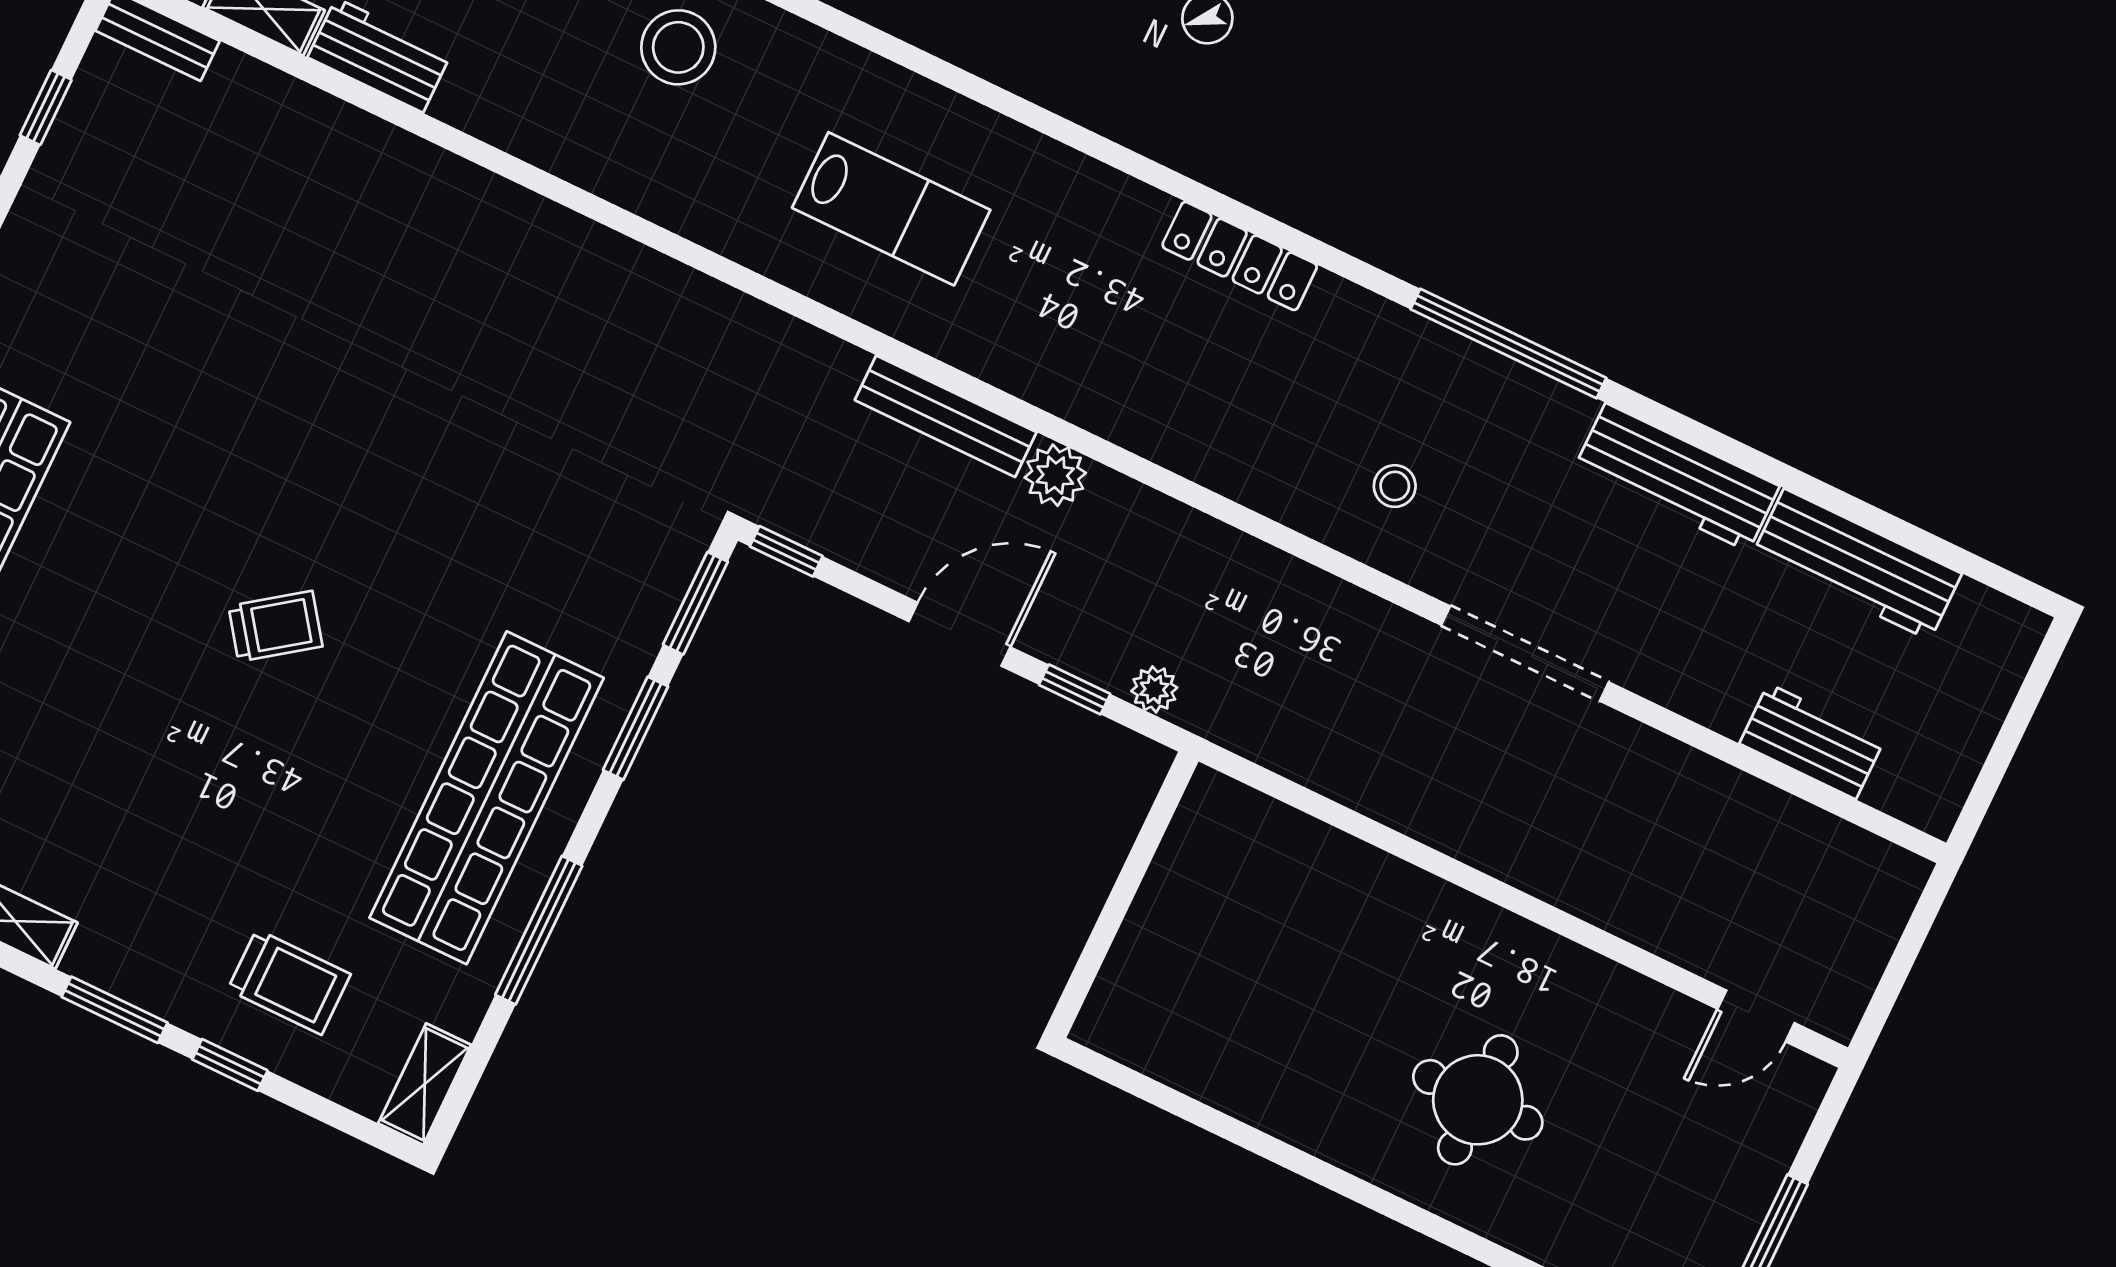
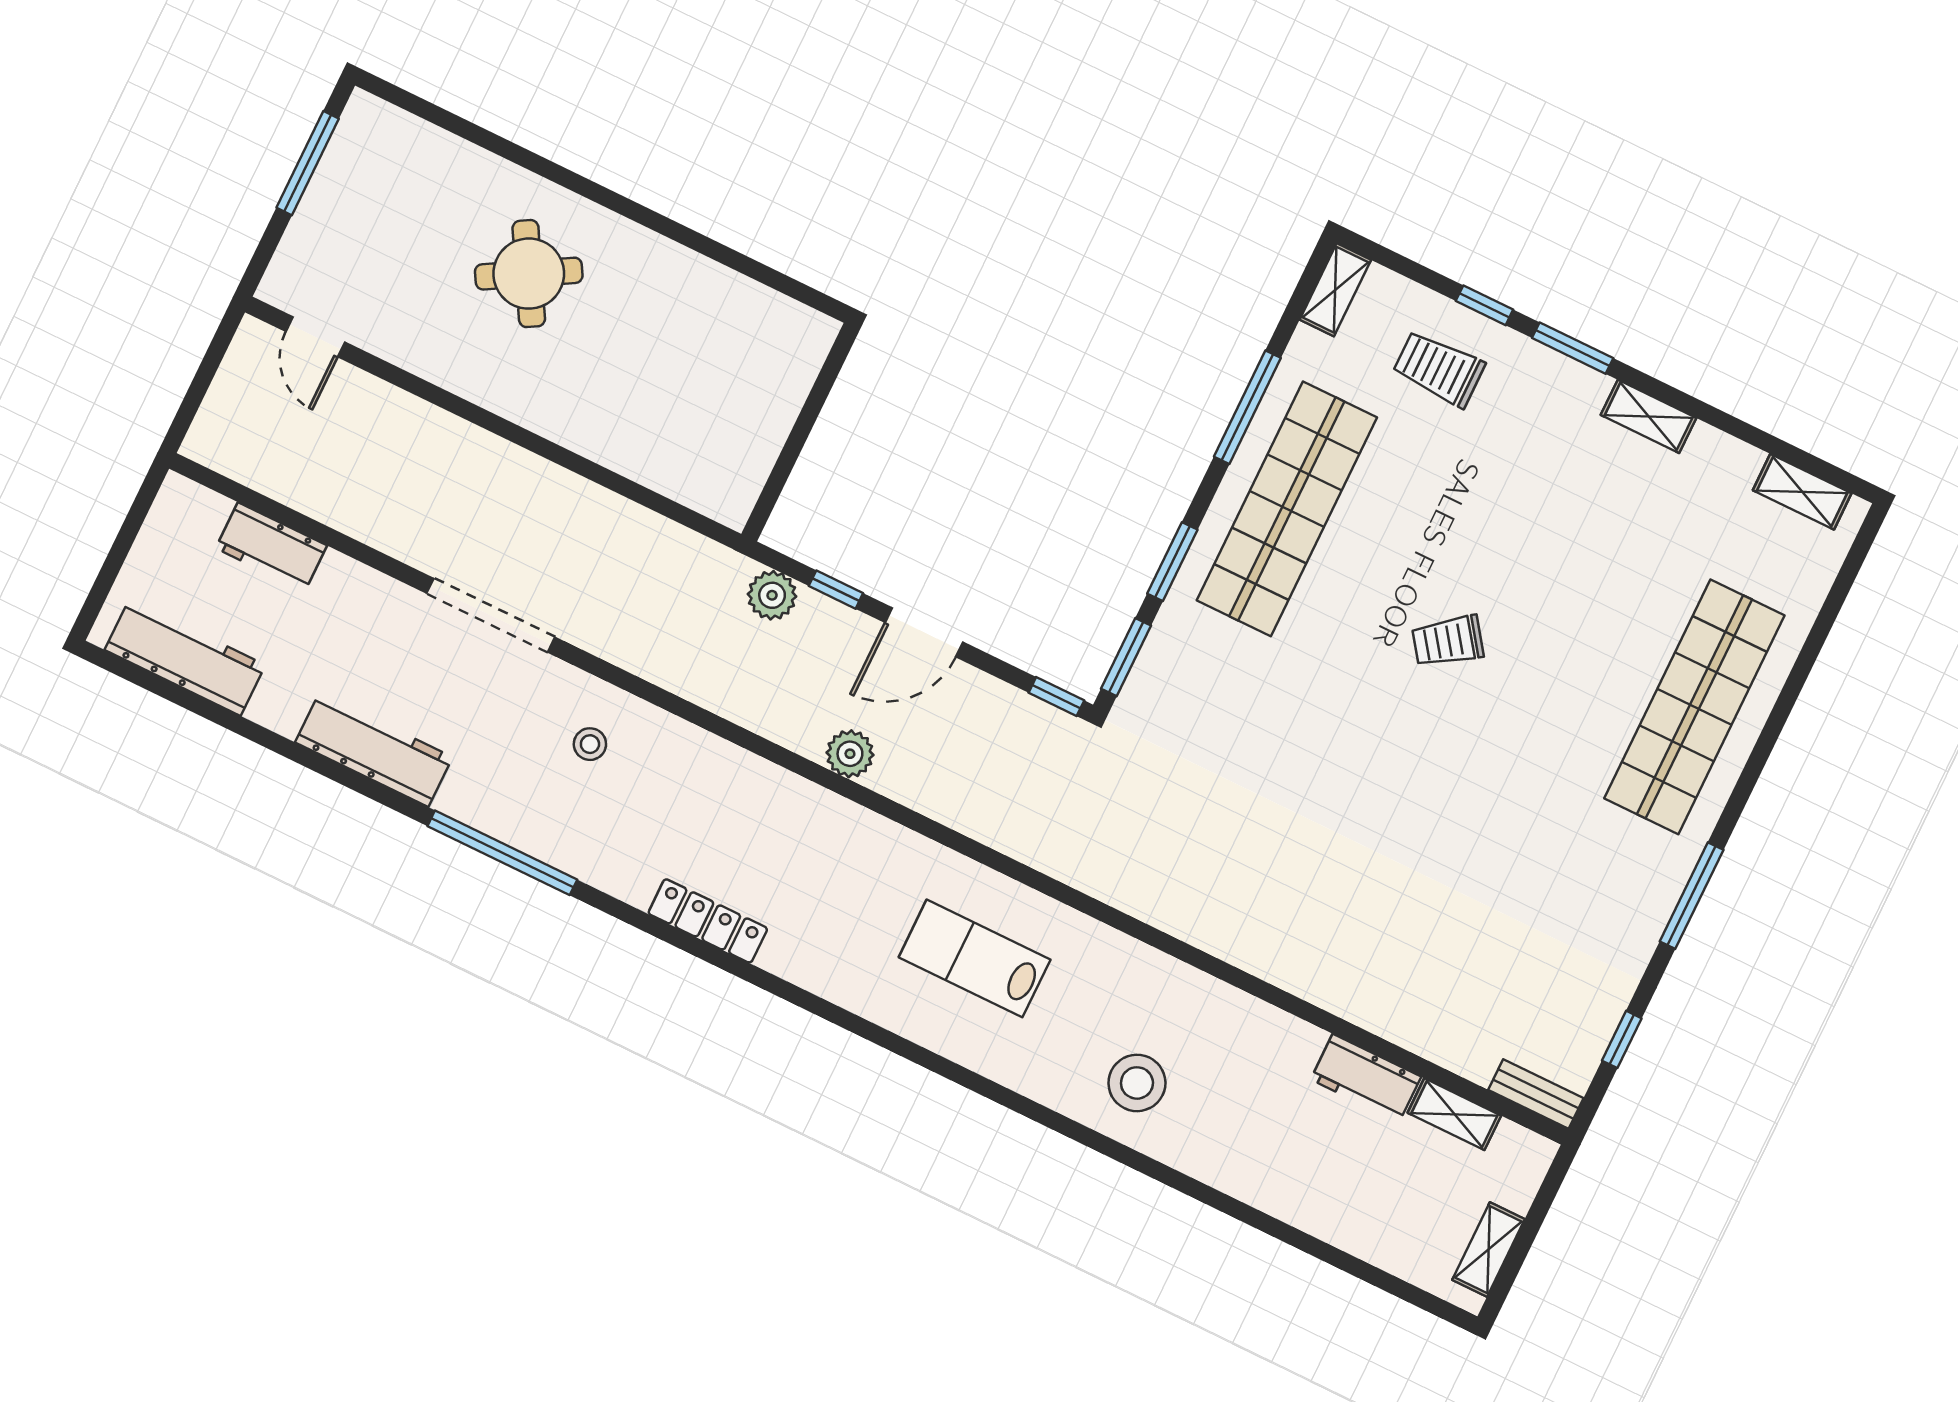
bench: (946, 416) -> (934, 799), removed
workbench: (1857, 564) -> (185, 657), moved
plant: (1154, 689) -> (772, 595), width x1.38, depth x1.38
door: (1756, 1016) -> (315, 337), swing flipped
round table: (1478, 1100) -> (529, 274), turned -30

